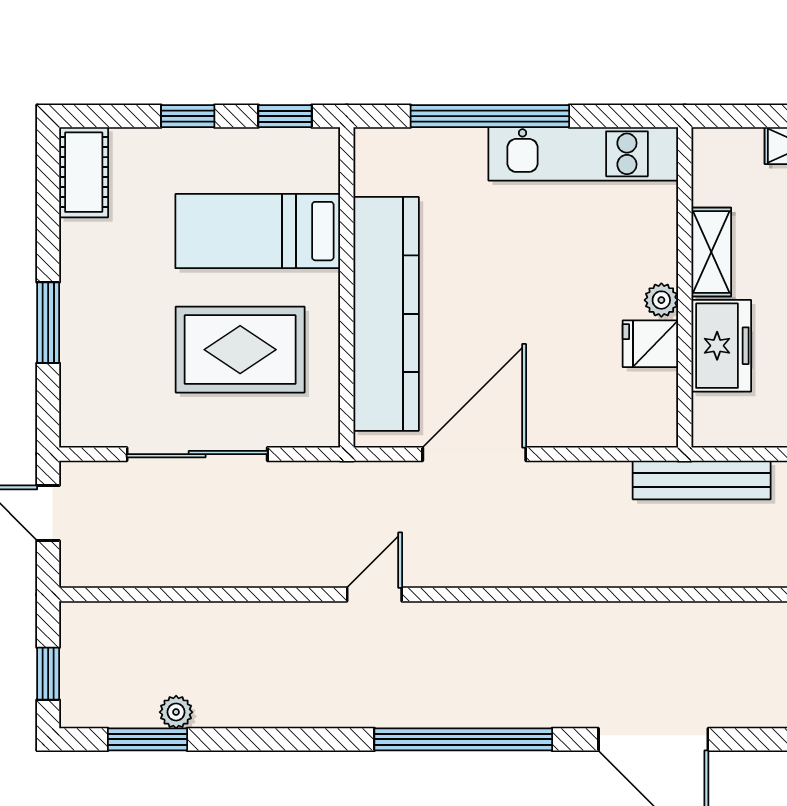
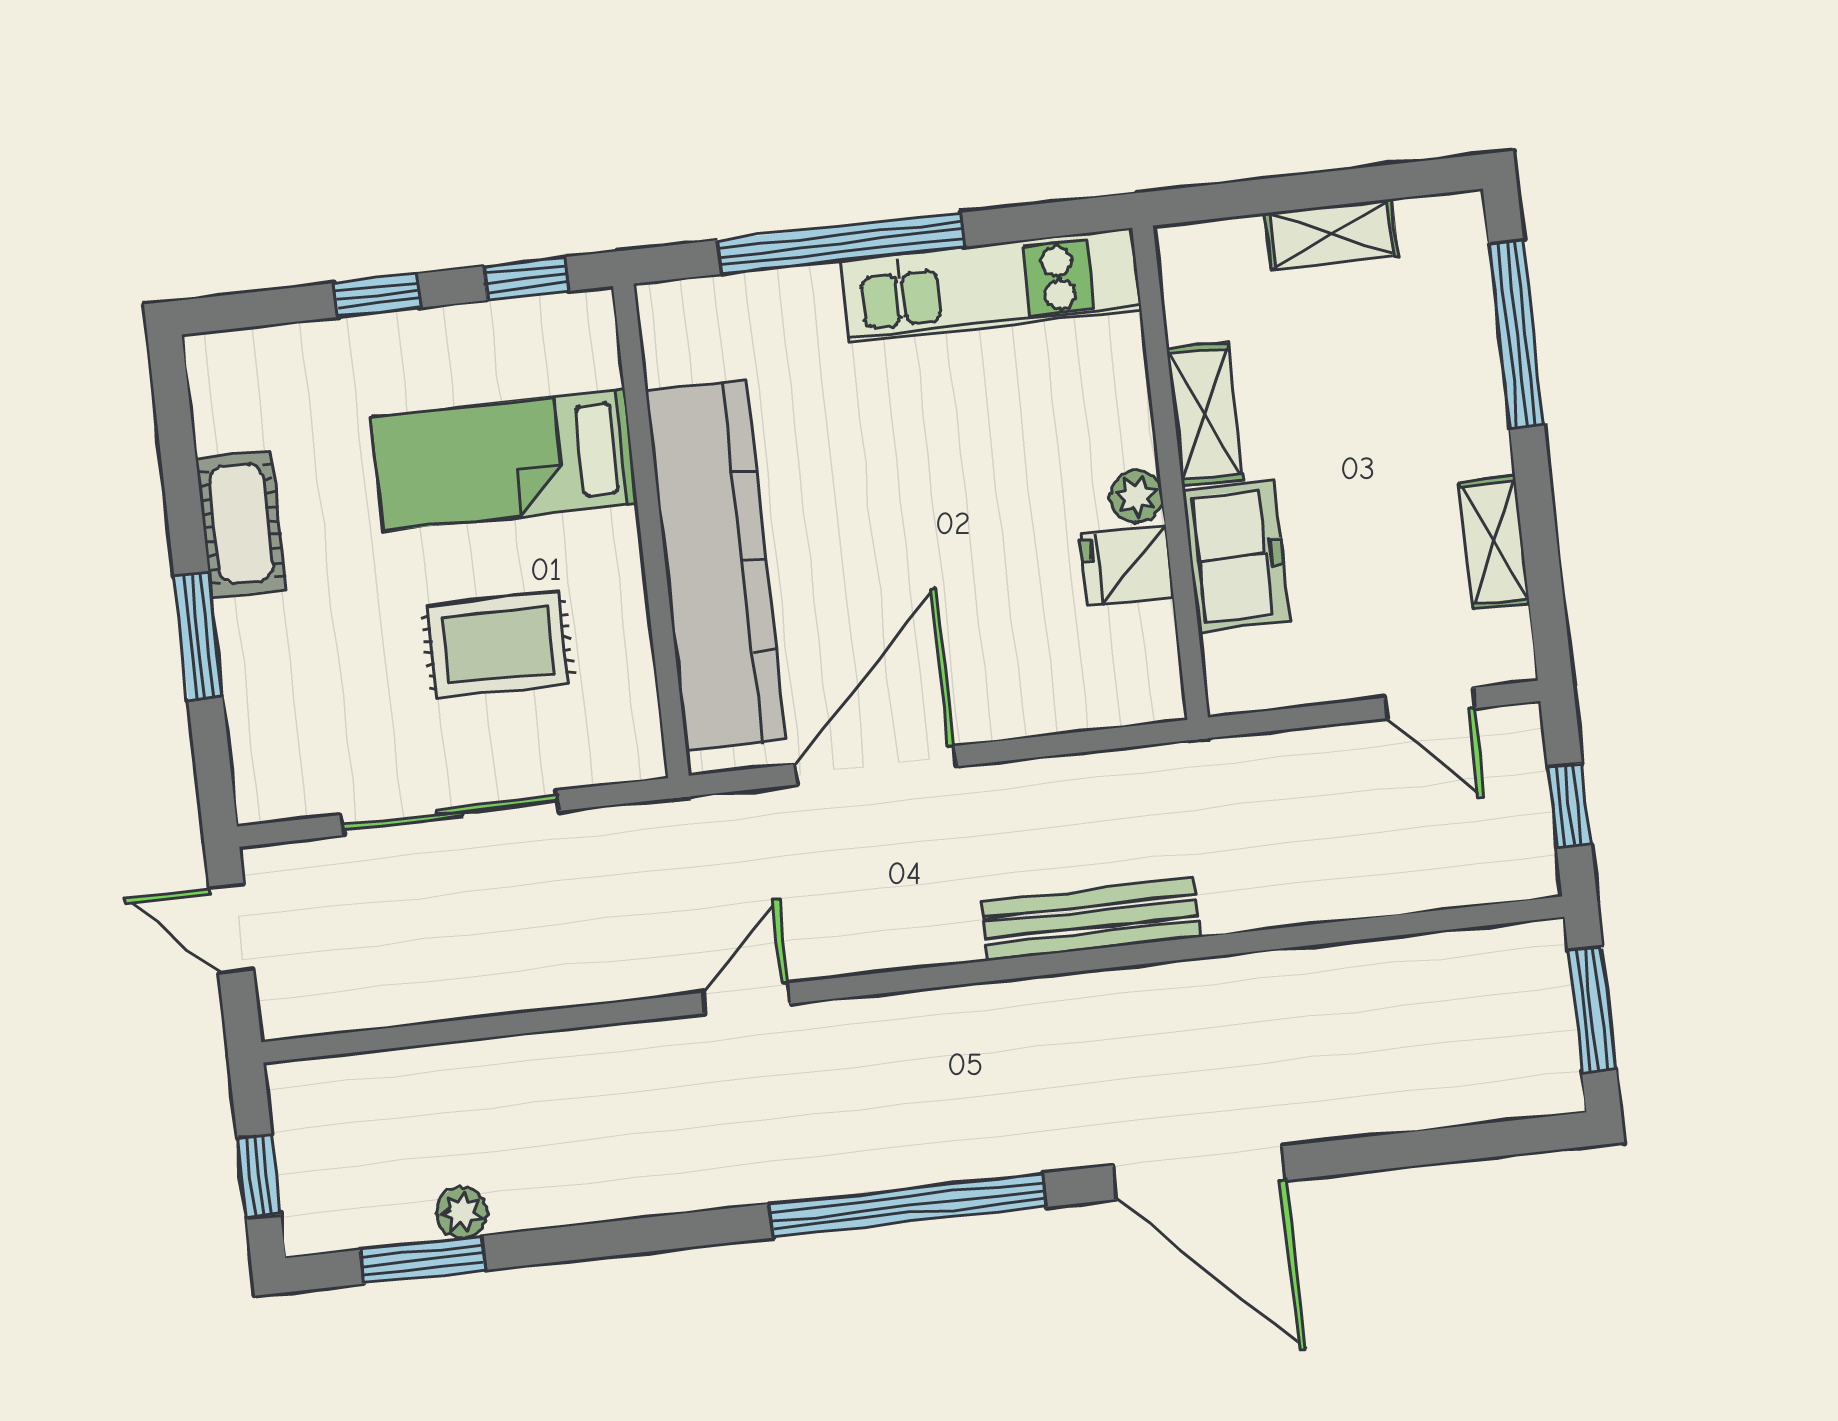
cot: (84, 172) -> (241, 524), moved
rug: (240, 350) -> (498, 645), width x0.73, depth x0.70
bench: (702, 480) -> (1091, 919), moved

